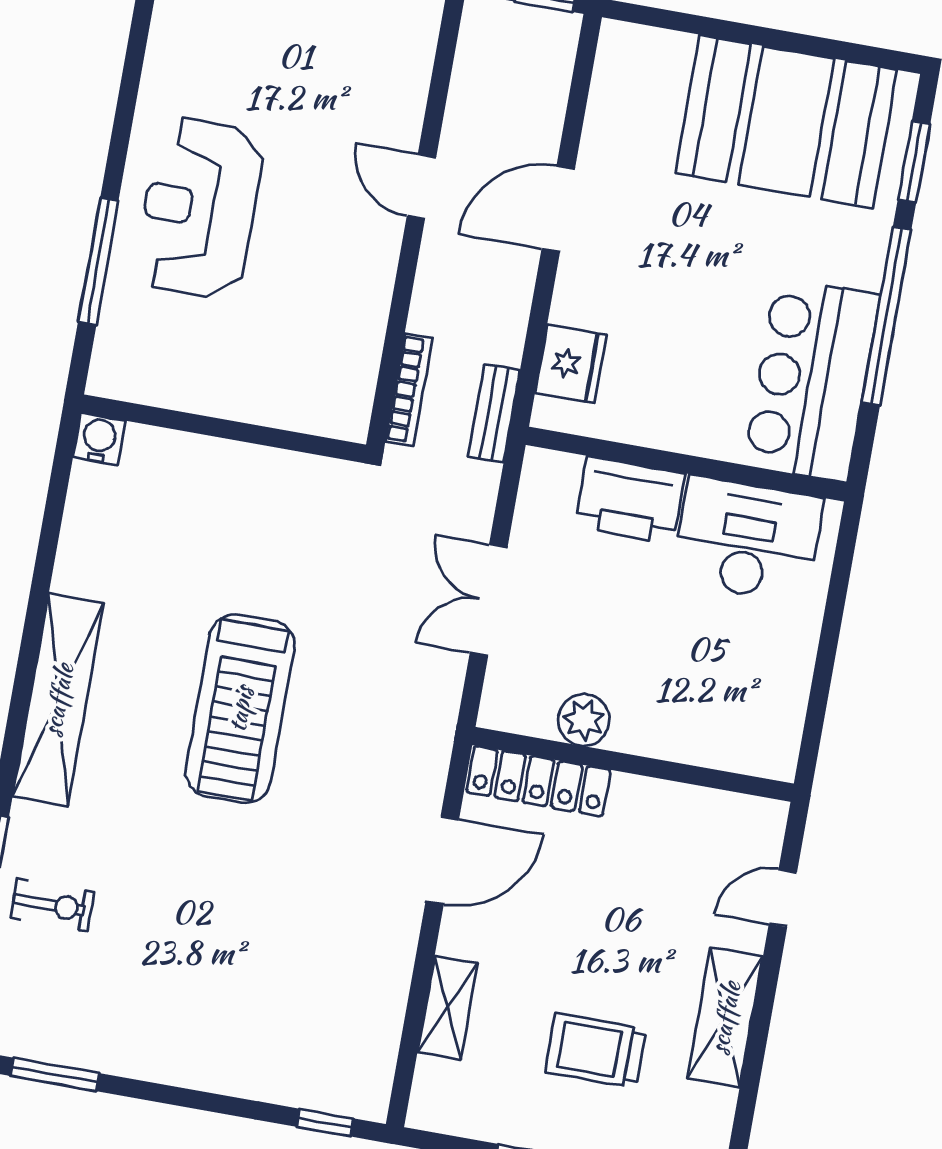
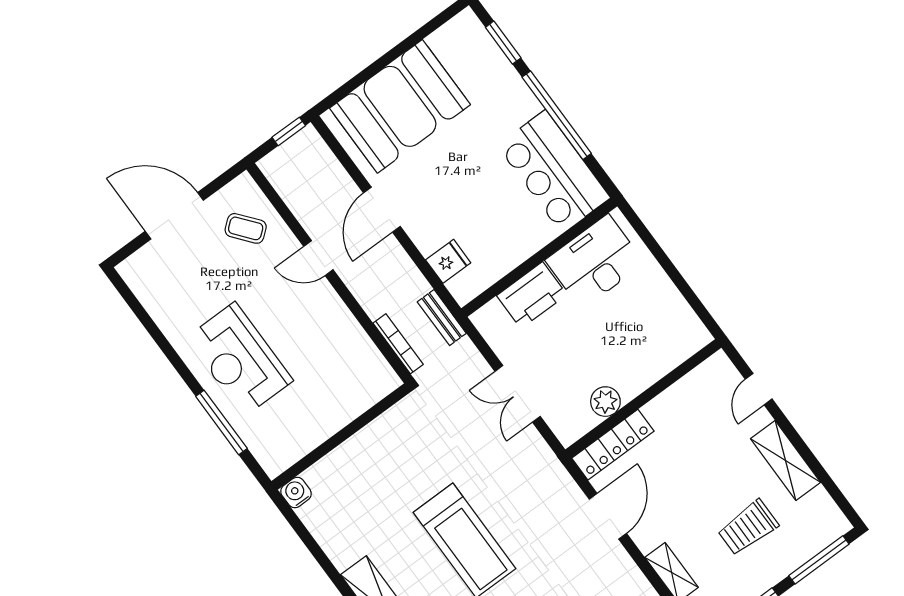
coffee table: (372, 59) -> (246, 228), added
booth: (786, 122) -> (400, 106), moved
fridge: (571, 364) -> (448, 261), width x0.72

